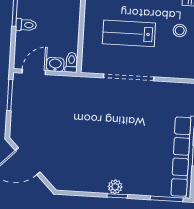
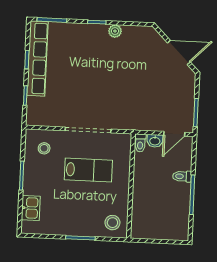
stool: (180, 31) -> (44, 148), moved
plant: (115, 187) -> (115, 31), moved

